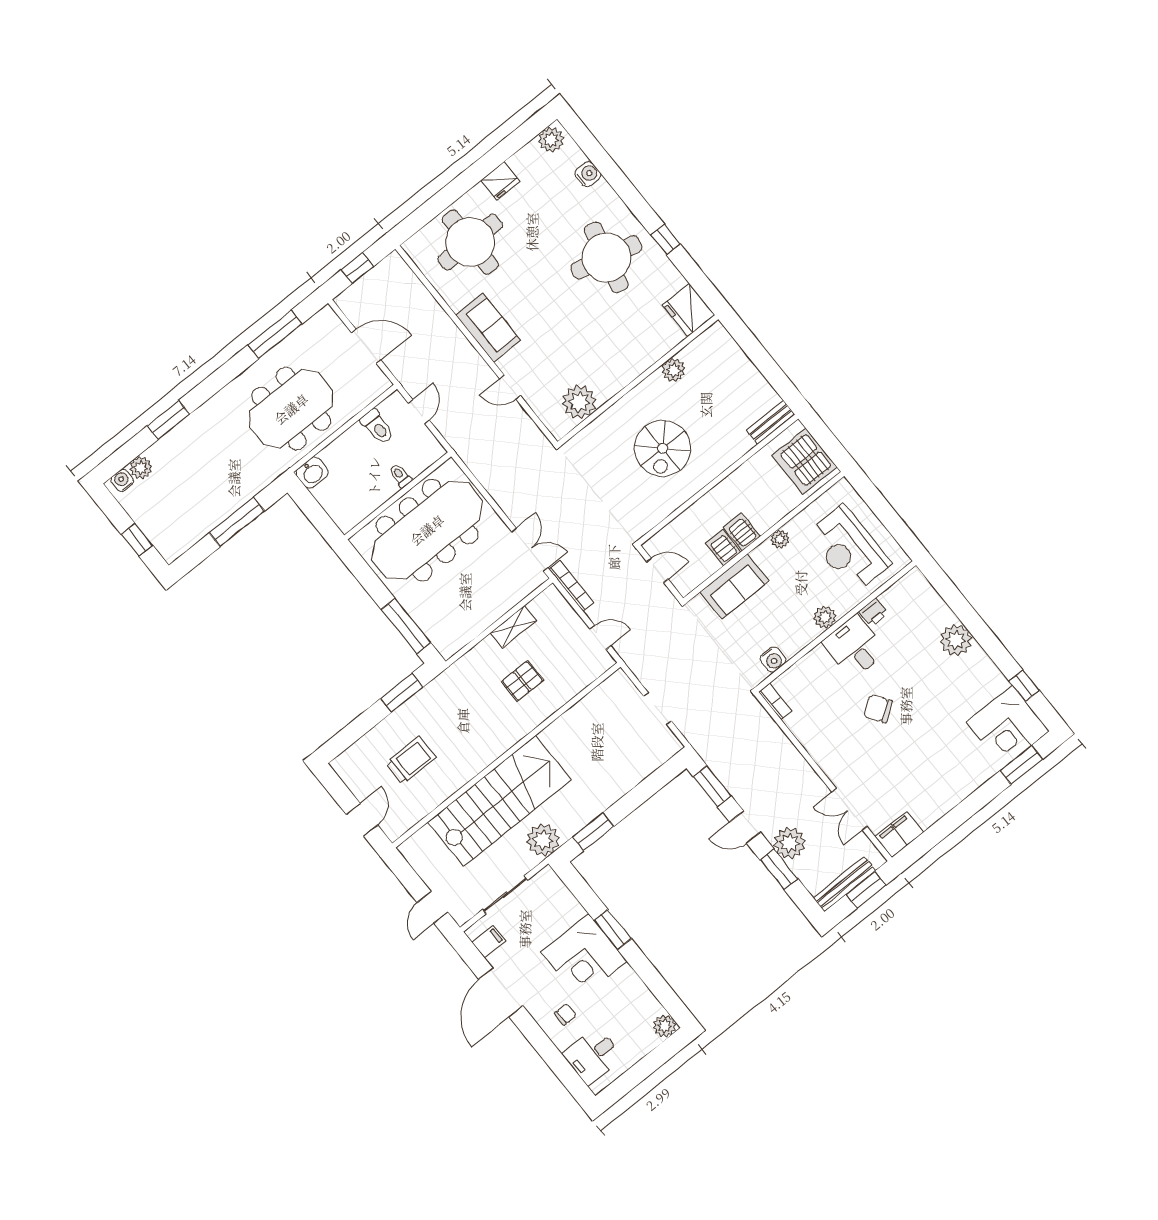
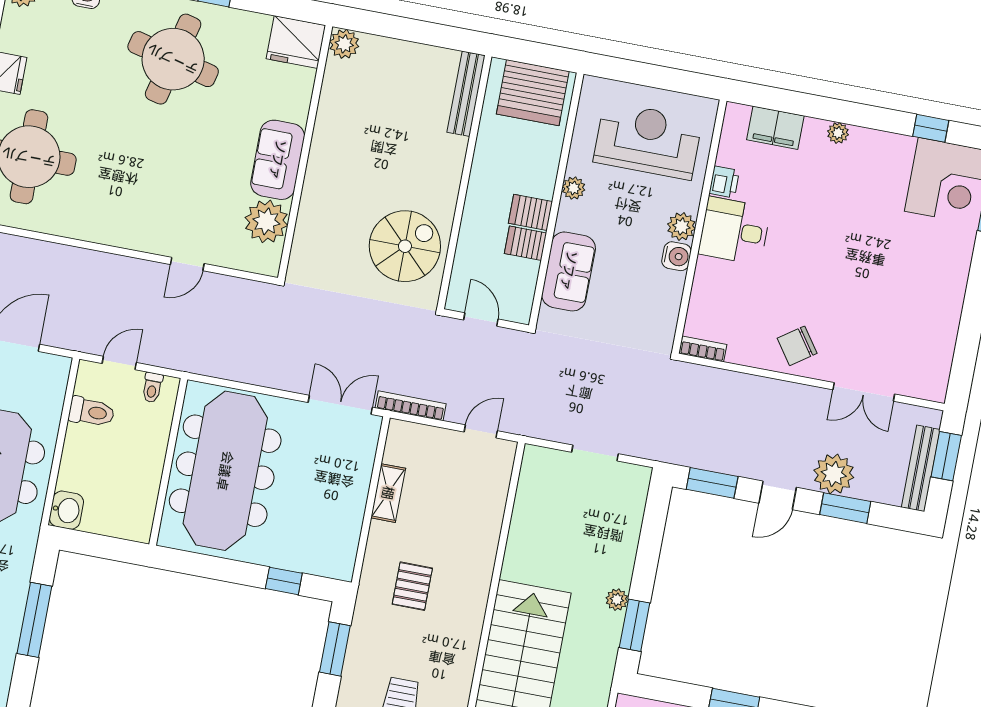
sofa: (488, 328) -> (278, 160), moved, turned -90
plant: (674, 370) -> (344, 44), moved
door: (419, 412) -> (119, 363), hinge flipped
bench: (771, 422) -> (466, 94), width x1.36
spiral stairs: (663, 448) -> (405, 246), moved, turned -90
toilet: (400, 476) -> (152, 388), moved, turned -90
reception desk: (849, 549) -> (648, 141), turned 180
door: (657, 570) -> (481, 320), hinge flipped
window: (406, 626) -> (284, 581), width x0.46
plant: (956, 640) -> (838, 133), width x0.53, depth x0.53
water cooler: (773, 660) -> (676, 256), moved
pallet: (522, 681) -> (412, 586), moved
chair: (878, 709) -> (797, 346), moved
filing cabinet: (899, 834) -> (775, 128), moved, turned -90
plant: (543, 840) -> (617, 600), moved, width x0.53, depth x0.53

